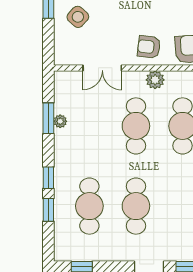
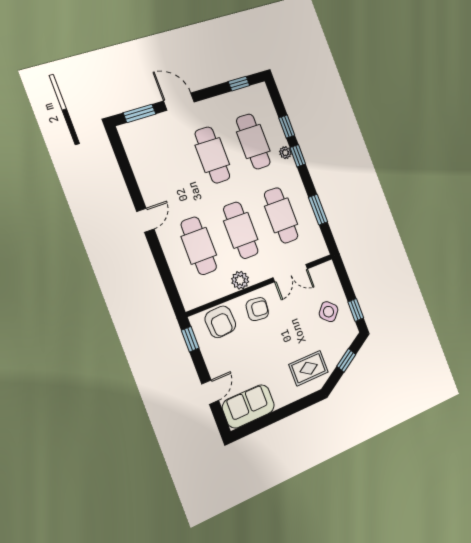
double door: (102, 68) -> (290, 273), swing flipped
plant: (60, 121) -> (285, 153), moved
cafe table: (89, 126) -> (281, 215), added

